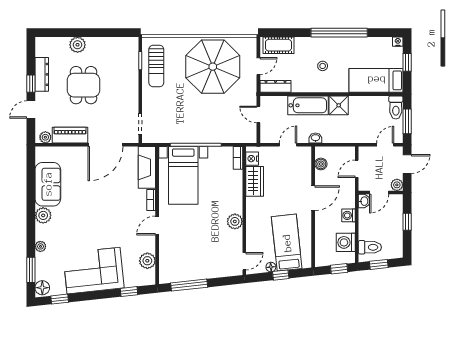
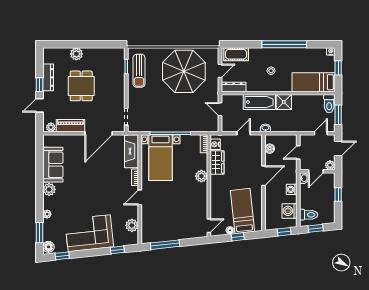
plant: (235, 221) -> (201, 176), moved

